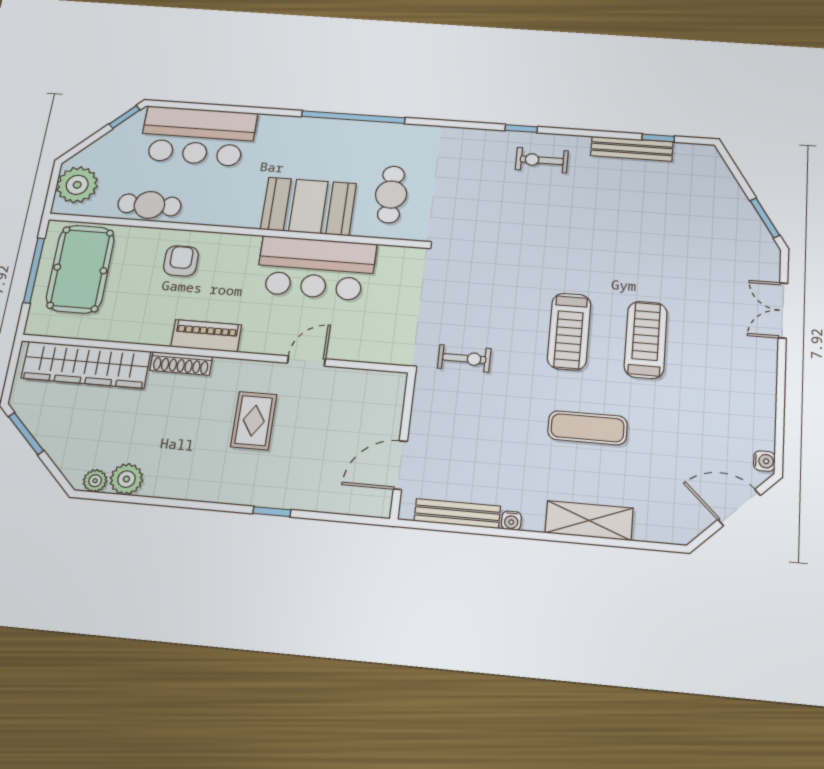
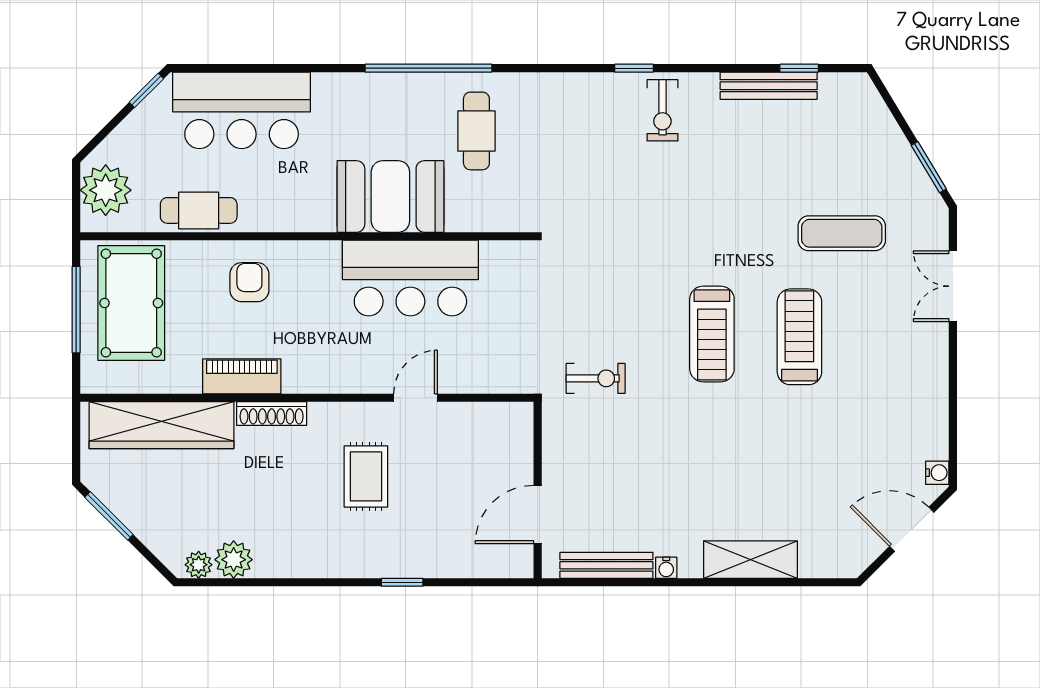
exercise bike: (542, 160) -> (662, 110), turned -90
cafe table: (391, 195) -> (476, 131), moved
piano: (206, 336) -> (242, 376), moved
exercise mat: (588, 428) -> (842, 233), moved

